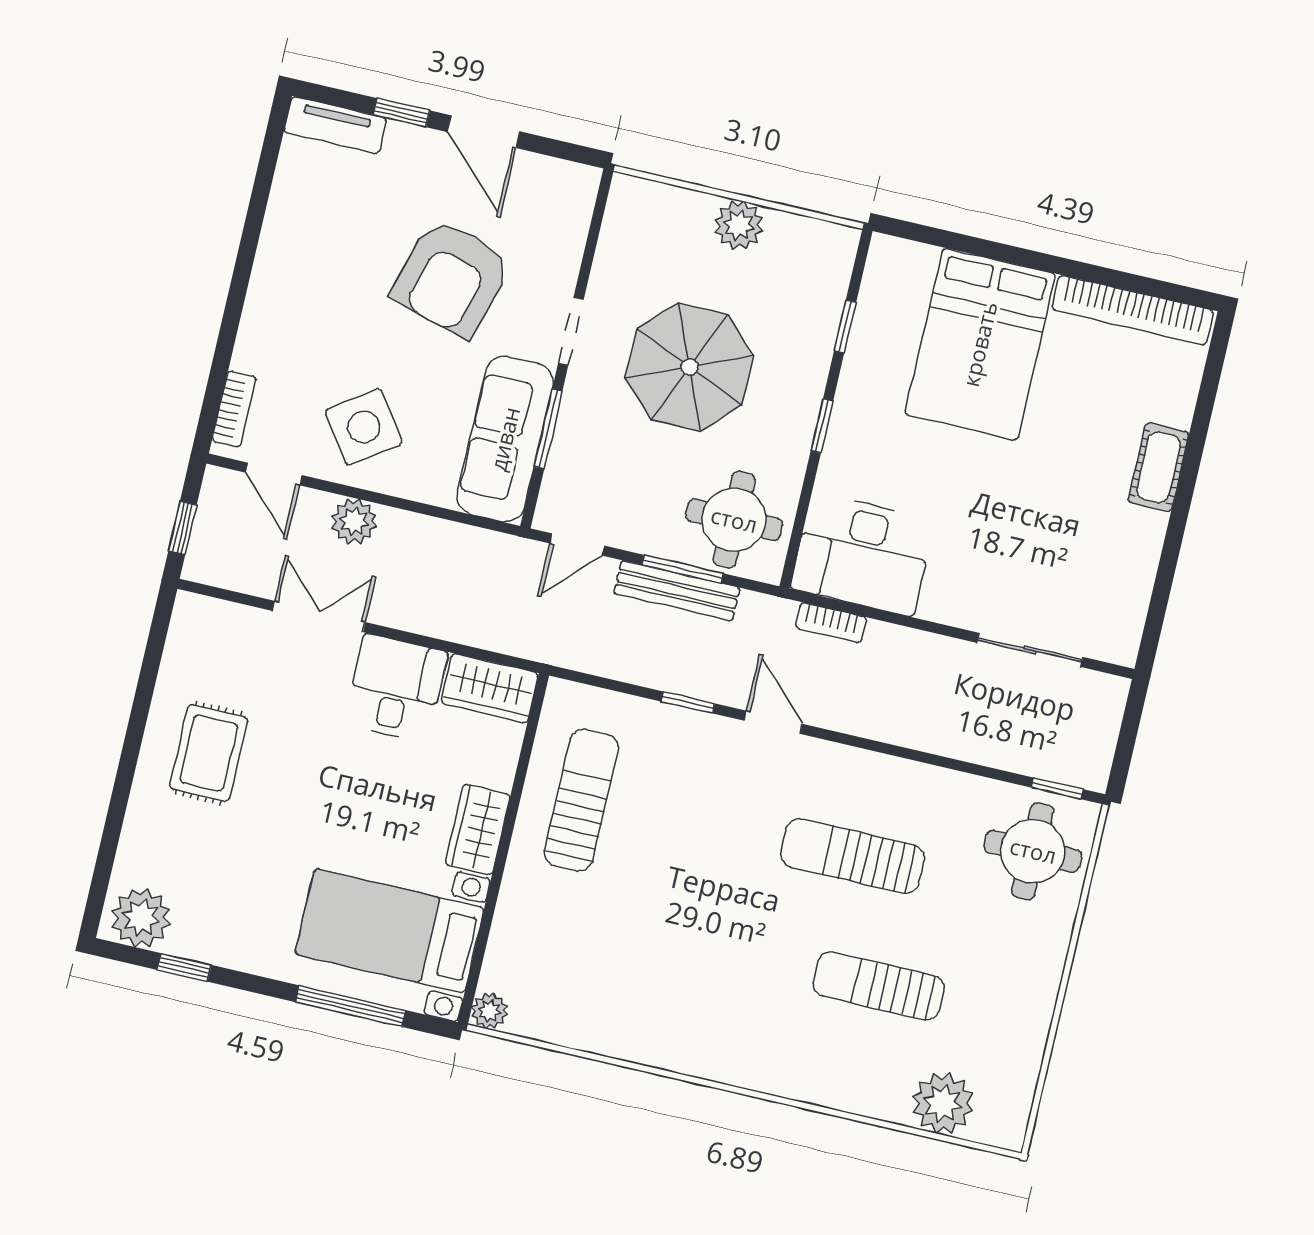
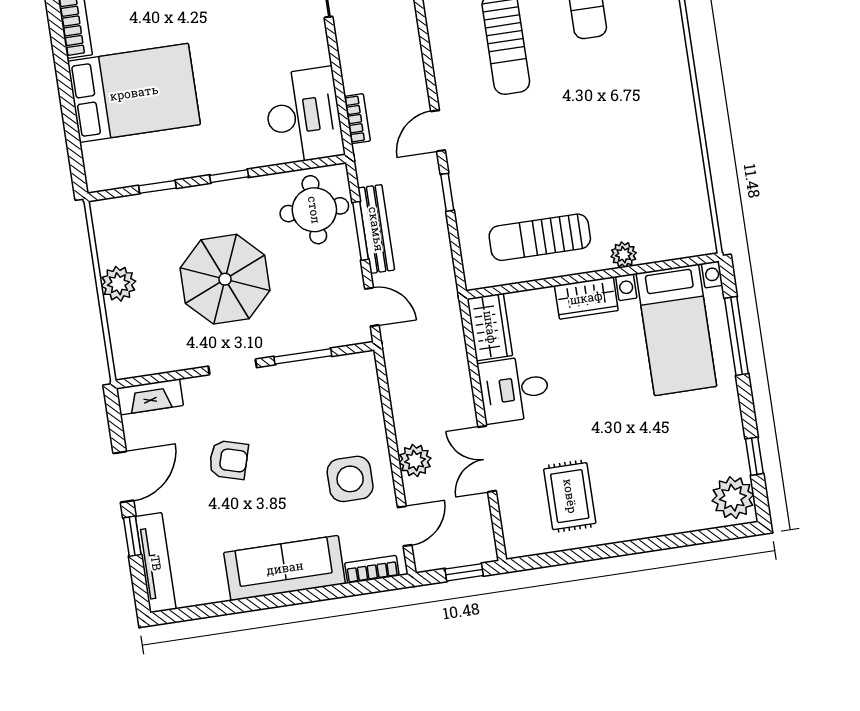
tv unit: (335, 125) -> (156, 563), width x1.41
fireplace: (575, 208) -> (150, 397), added
armchair: (452, 278) -> (228, 460), width x0.53, depth x0.53
side table: (364, 427) -> (350, 479), turned 35
sofa: (505, 439) -> (285, 568), moved, turned 180
rug: (209, 753) -> (570, 496), moved, turned 90
plant: (490, 1011) -> (624, 255), moved

